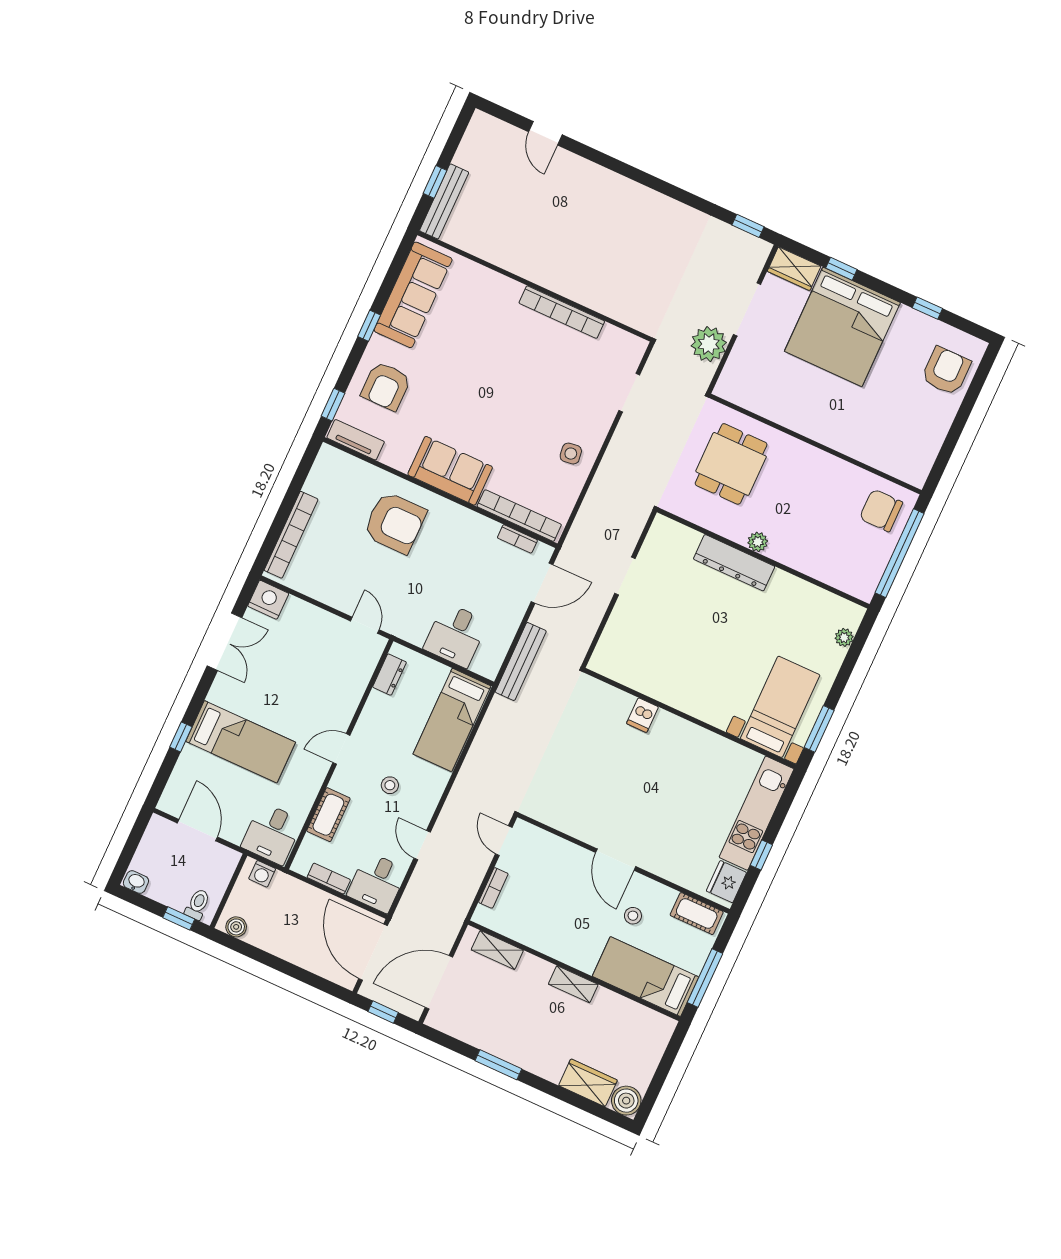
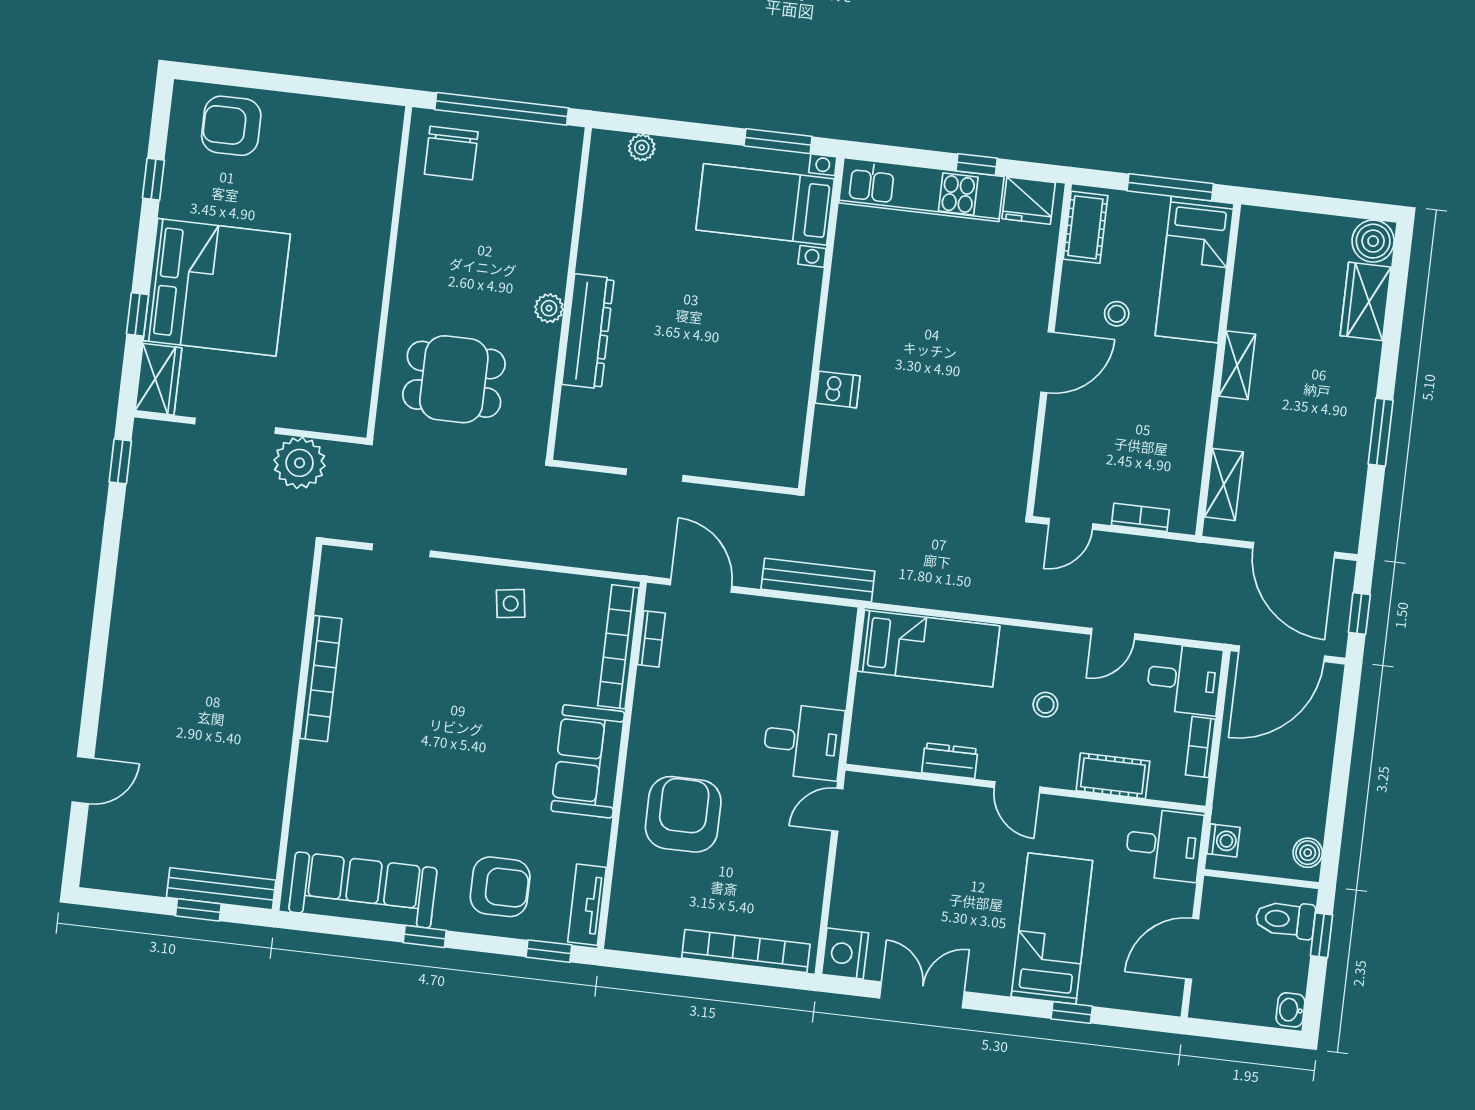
desk: (456, 635) -> (803, 742), moved
dresser: (390, 675) -> (950, 761), moved
toilet: (198, 904) -> (1285, 919), width x1.37, depth x1.39

